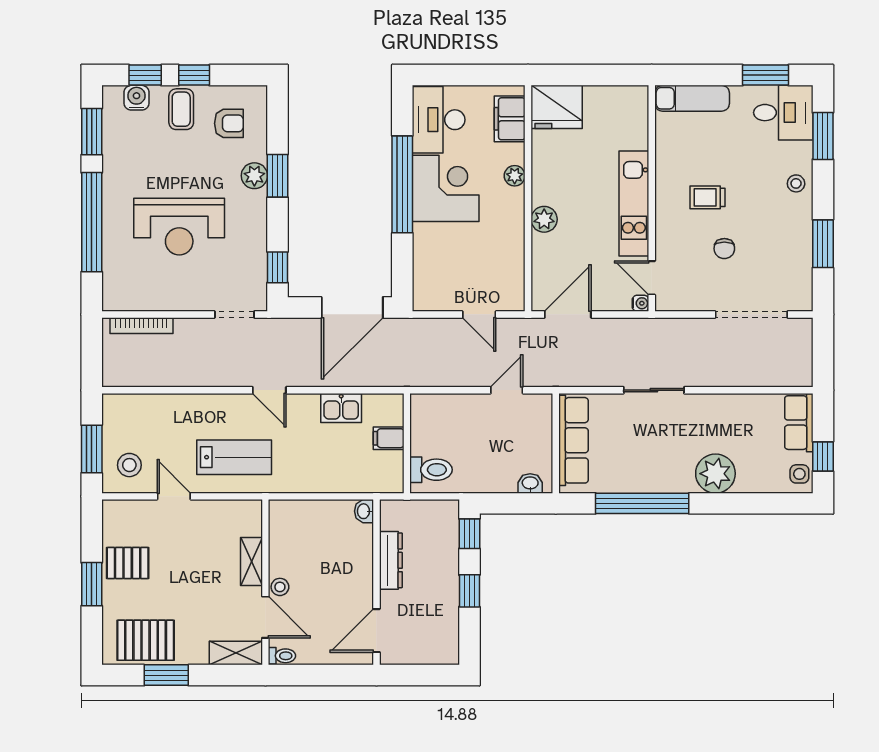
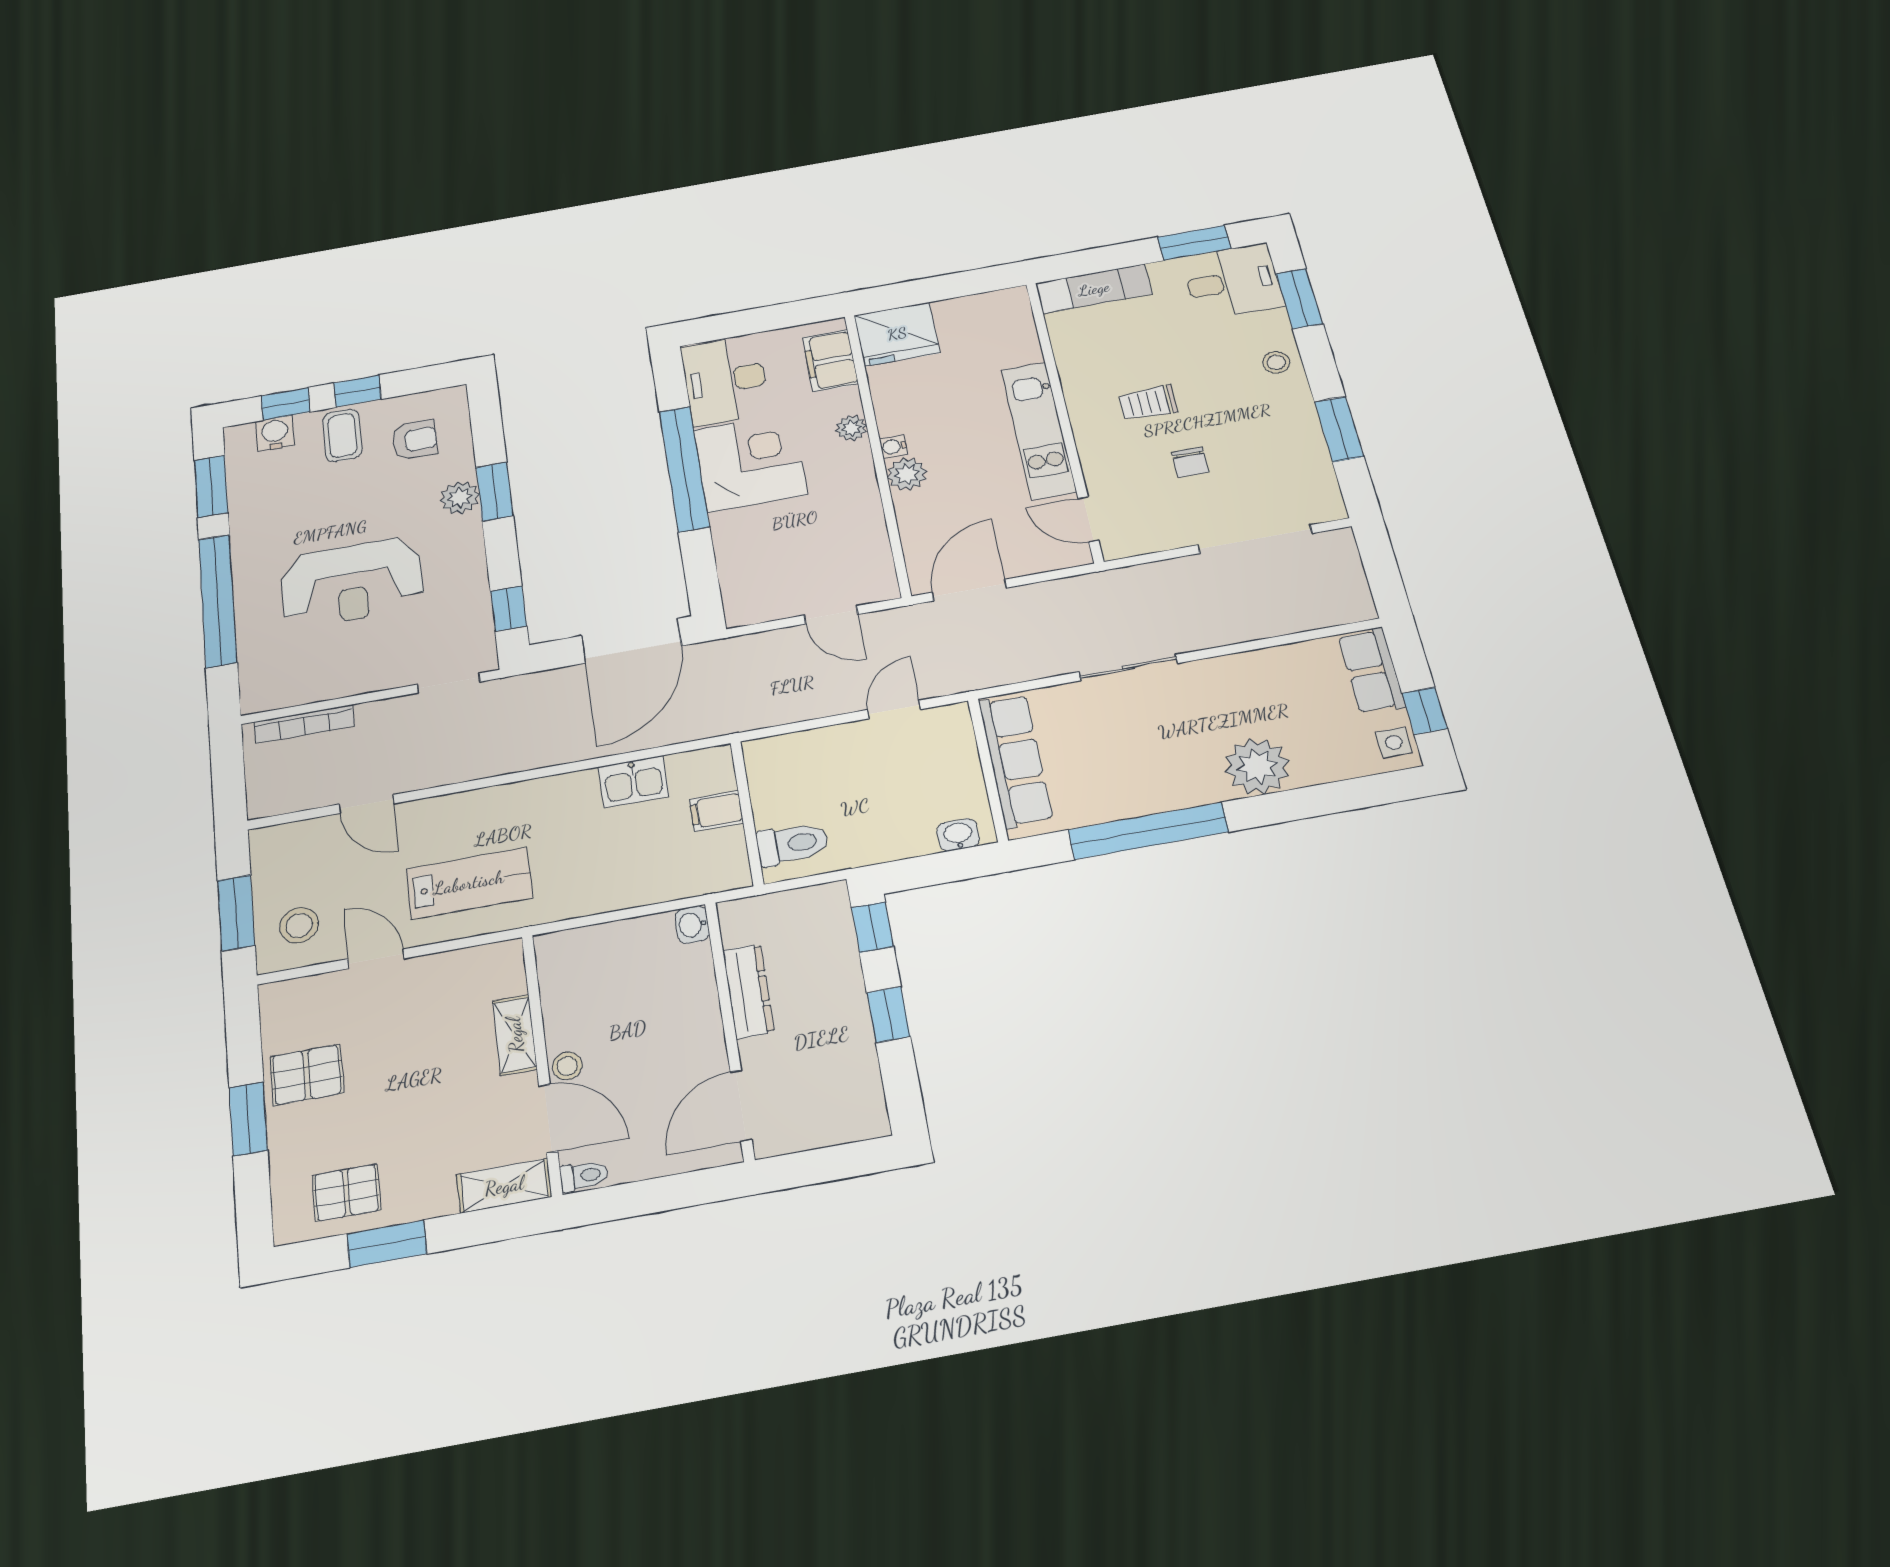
water cooler: (641, 303) -> (893, 447), moved, turned 180
door: (269, 390) -> (366, 804), moved
pallet: (146, 640) -> (346, 1193), width x0.67, depth x0.71

